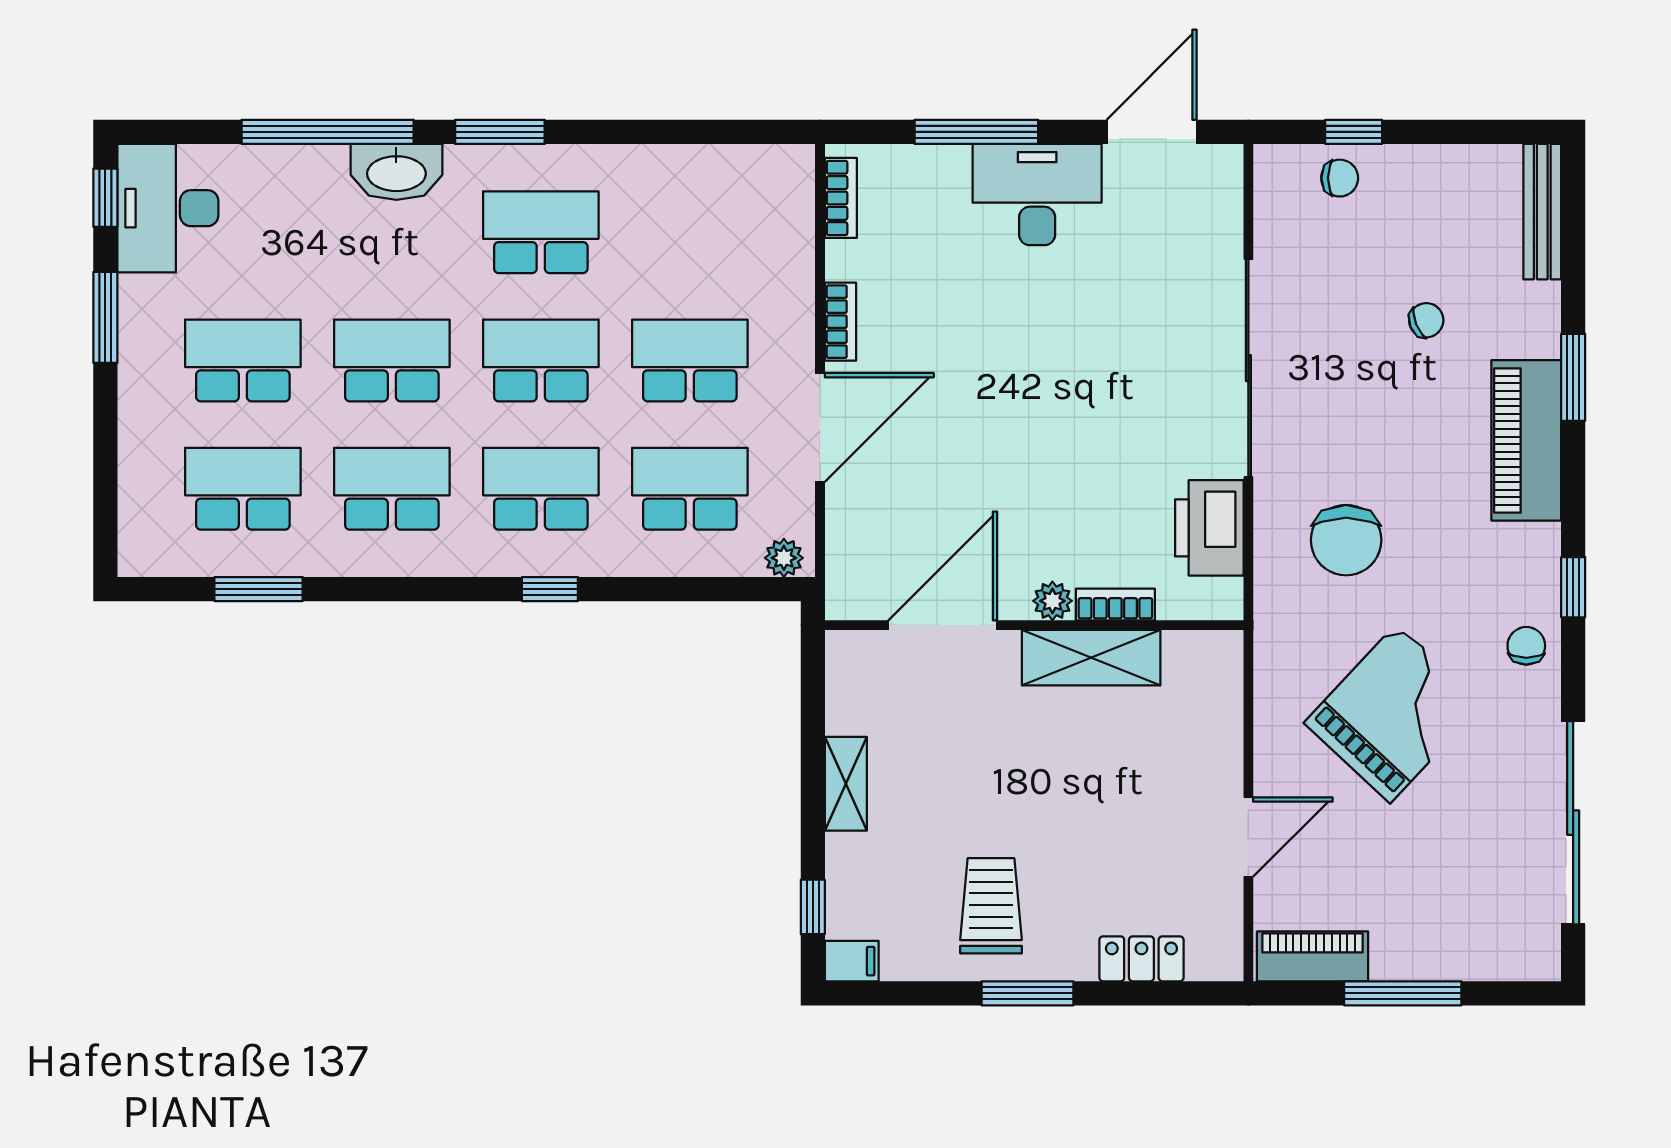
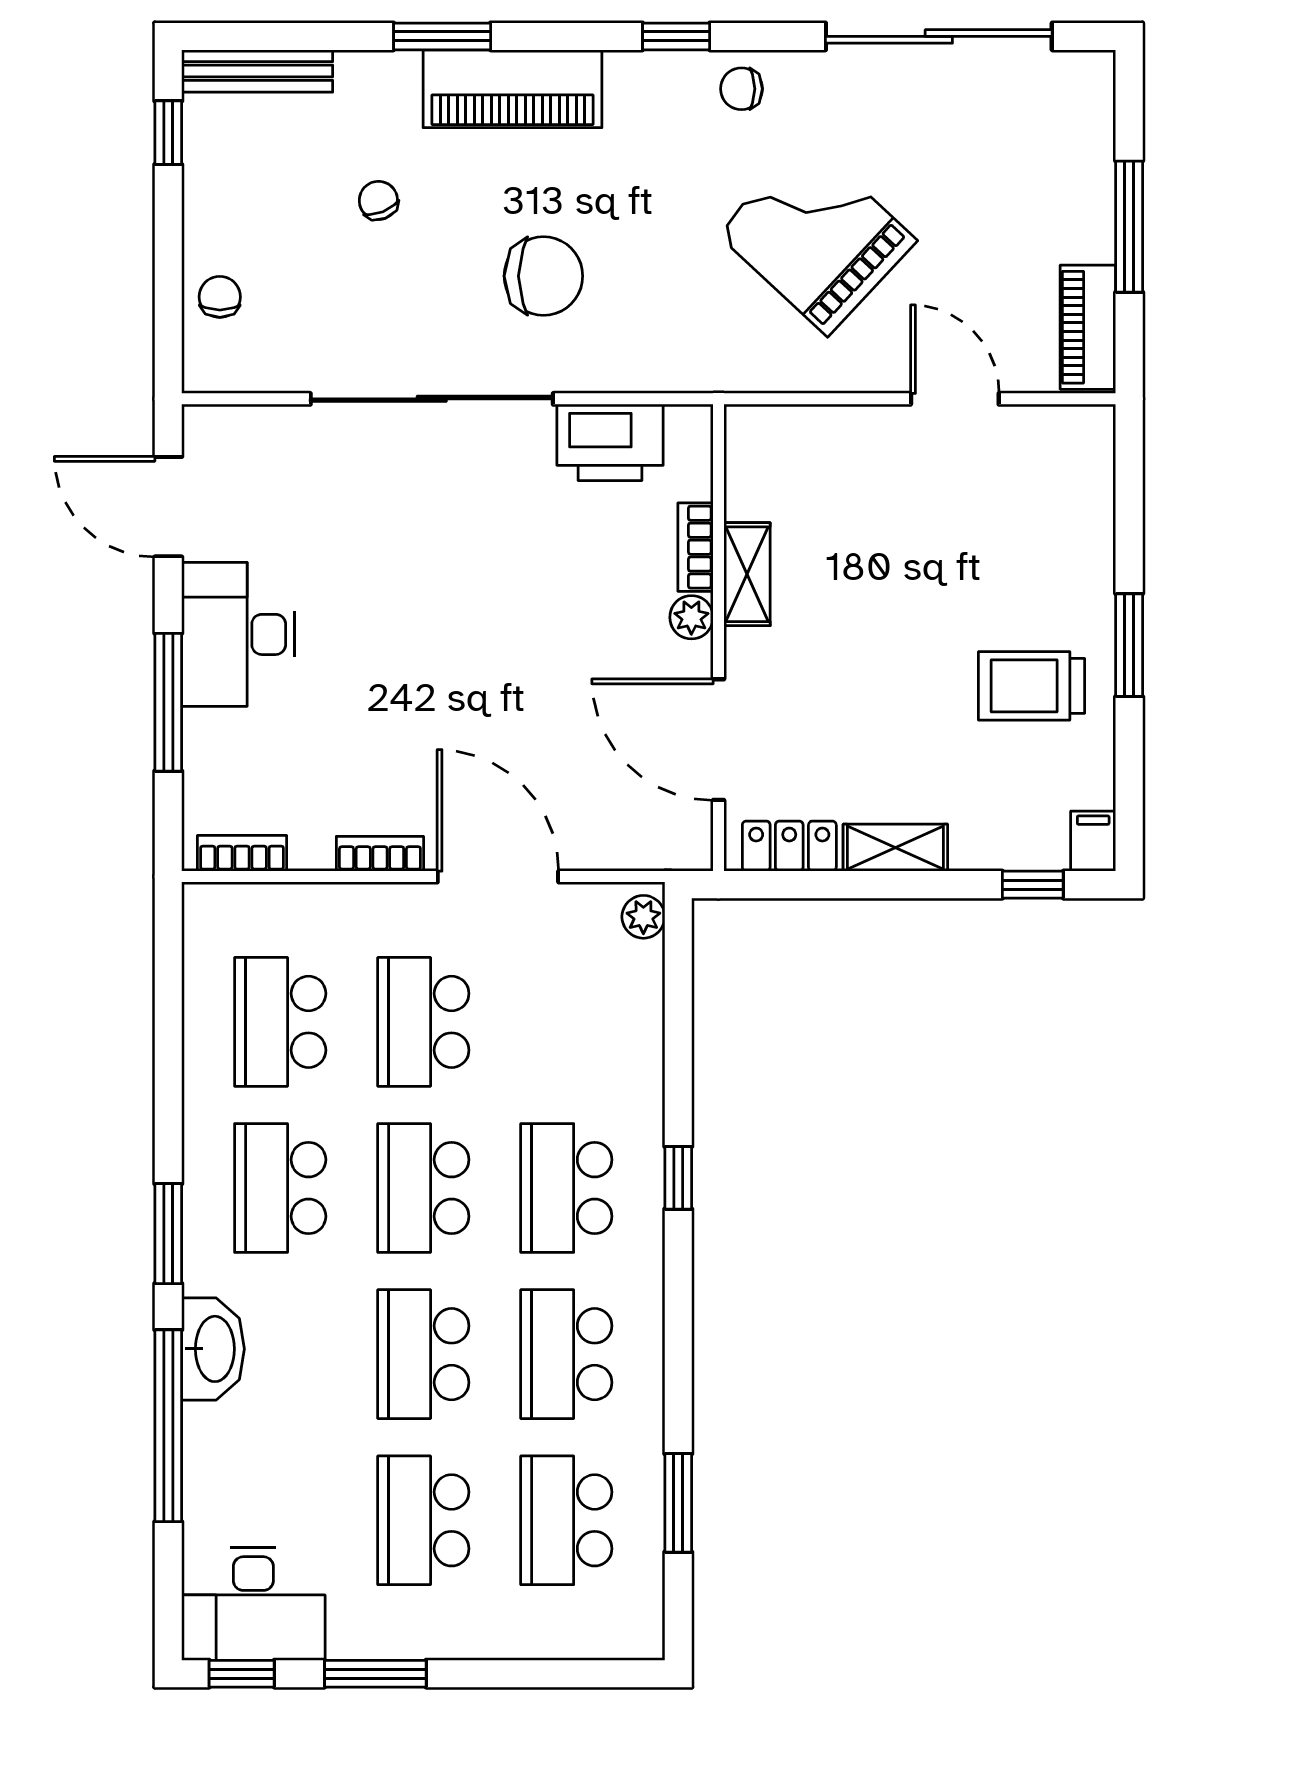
window: (1354, 132) -> (168, 133), moved
school desk: (690, 489) -> (280, 1022), moved
chair: (1346, 540) -> (543, 276), moved
shelving: (1091, 658) -> (747, 574), width x0.67, depth x0.75
locker: (1141, 959) -> (789, 846), moved, turned 90

